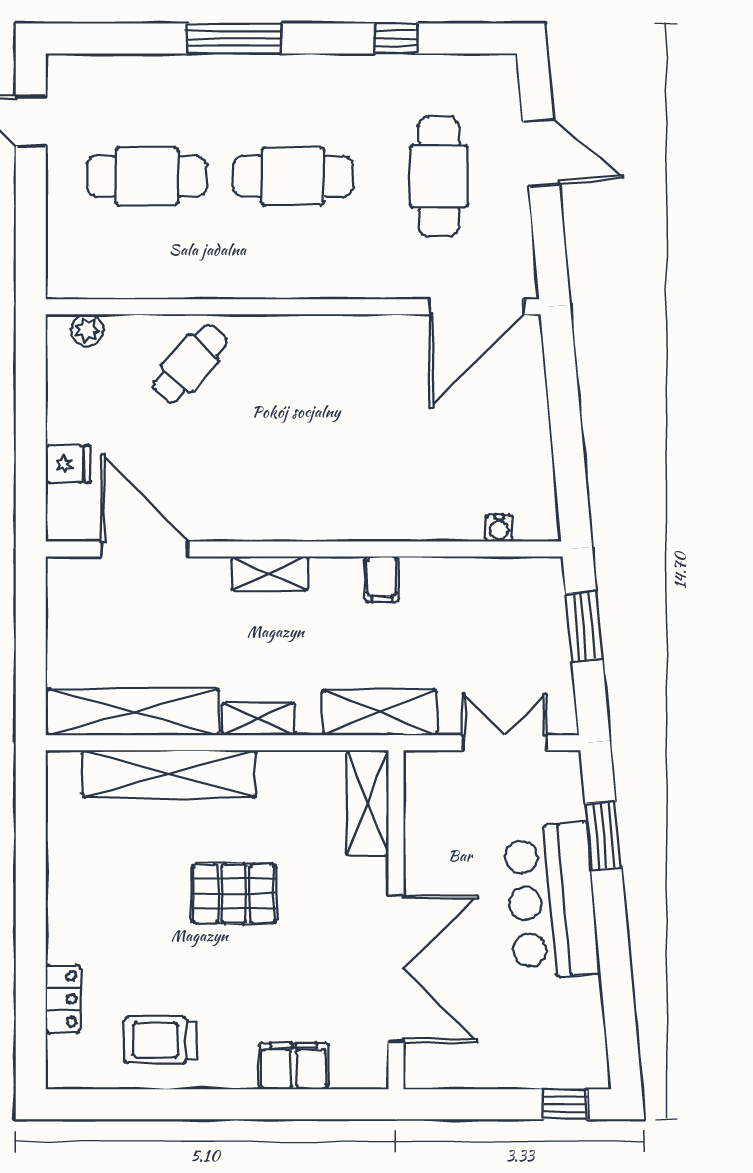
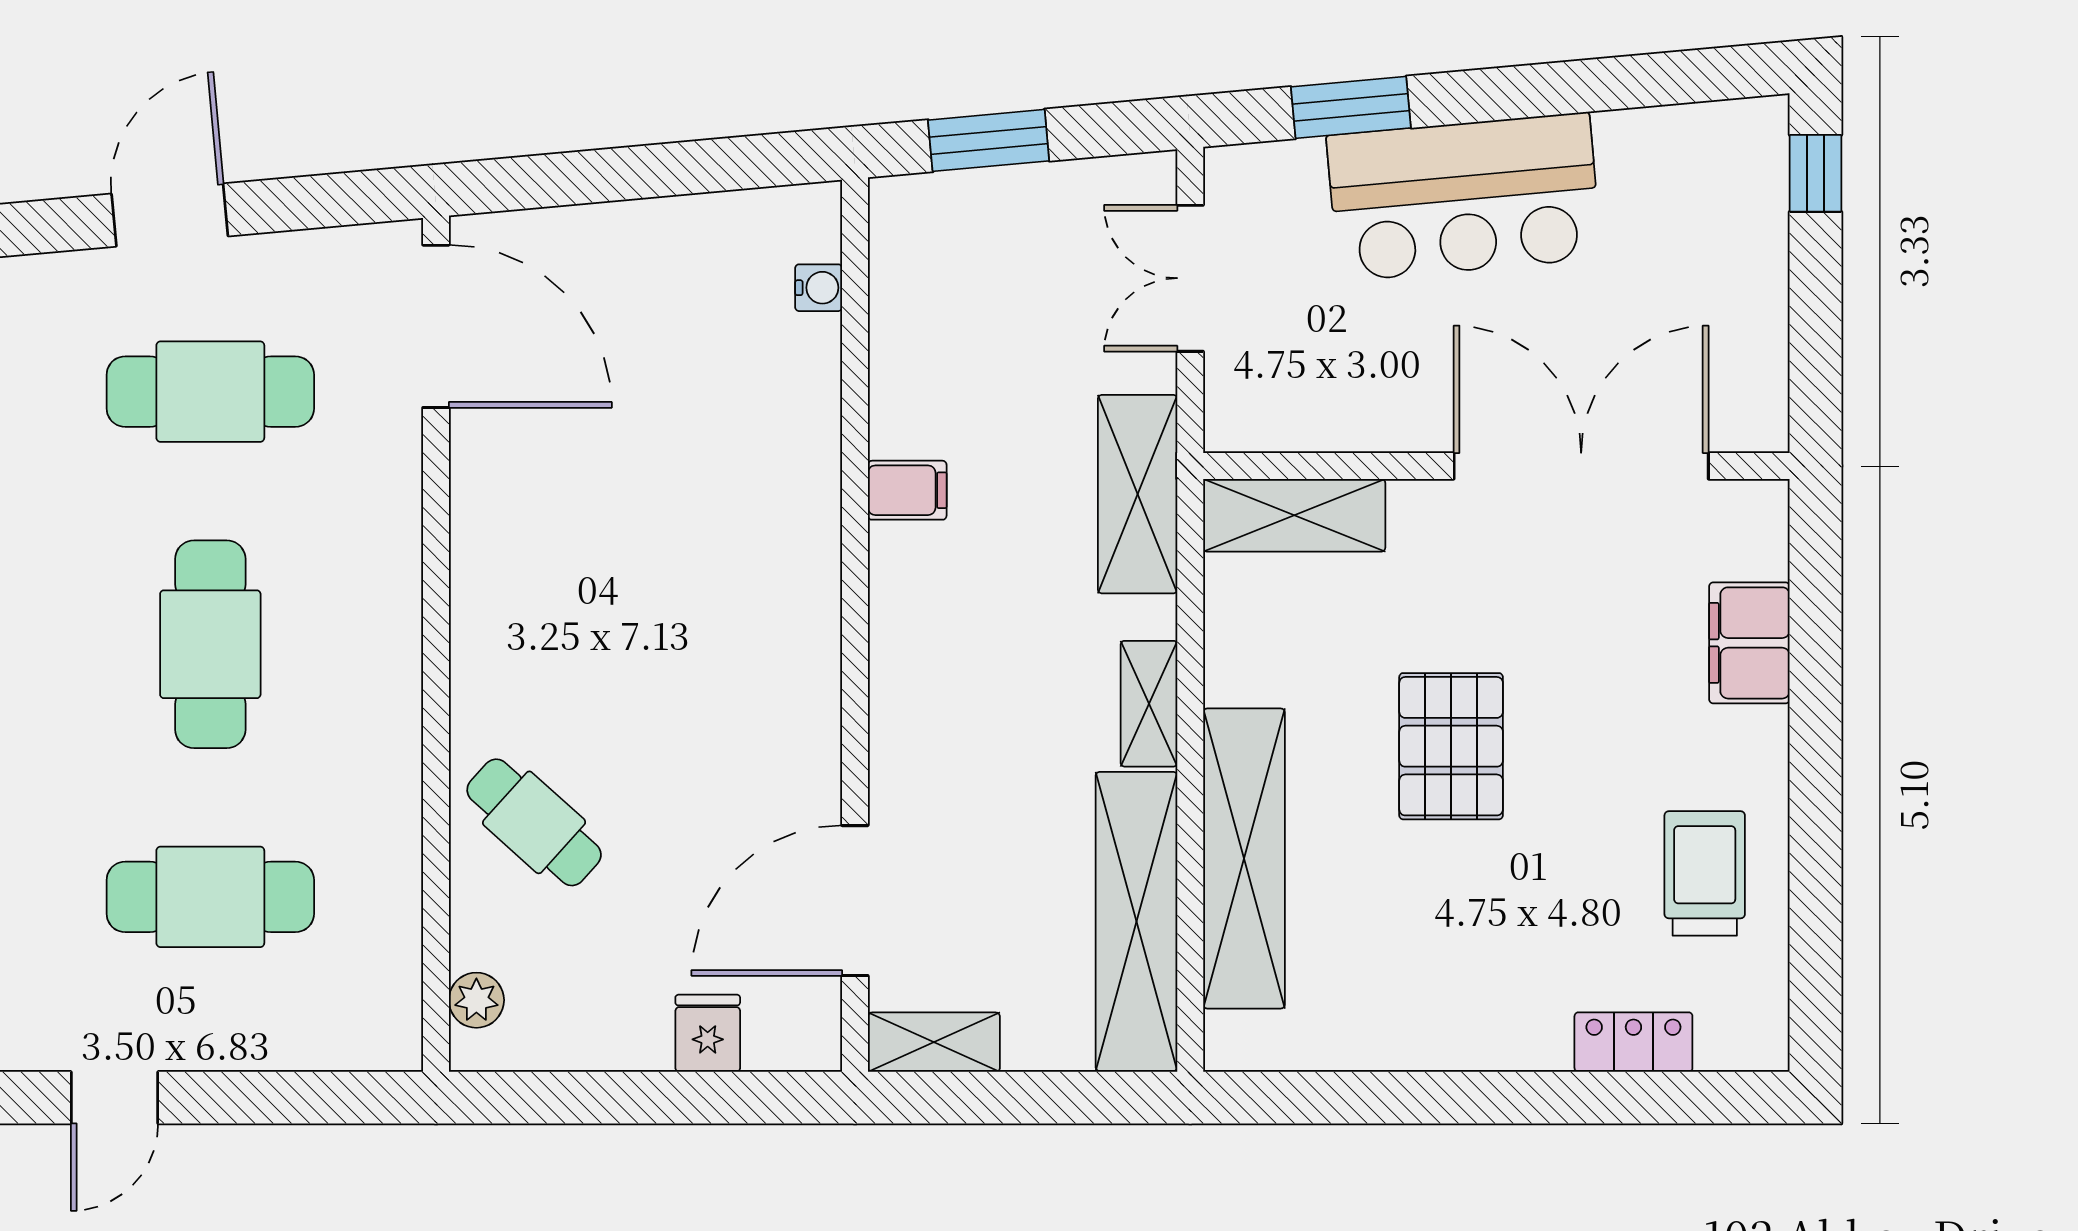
cafe table: (147, 176) -> (210, 897), turned 90
shelving: (269, 574) -> (934, 1042), moved, turned 90
trolley: (160, 1040) -> (1705, 873), turned 180

